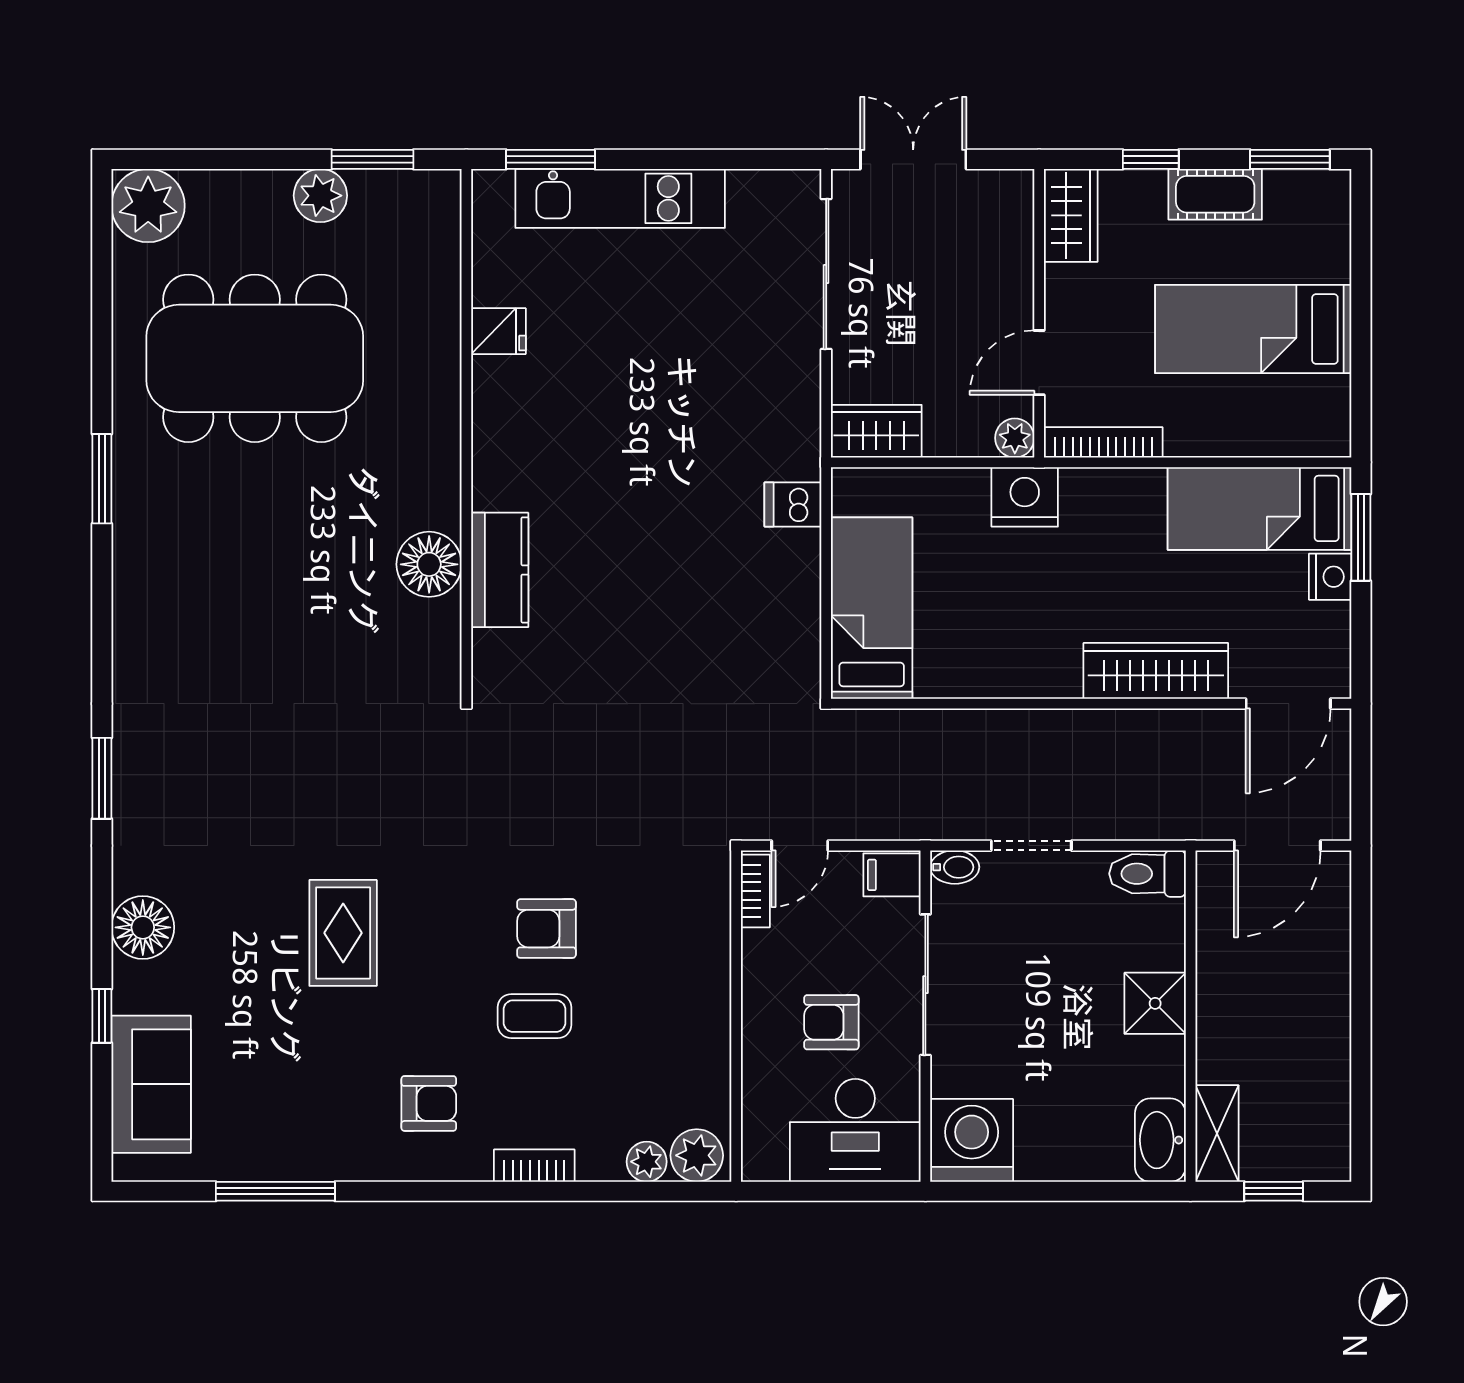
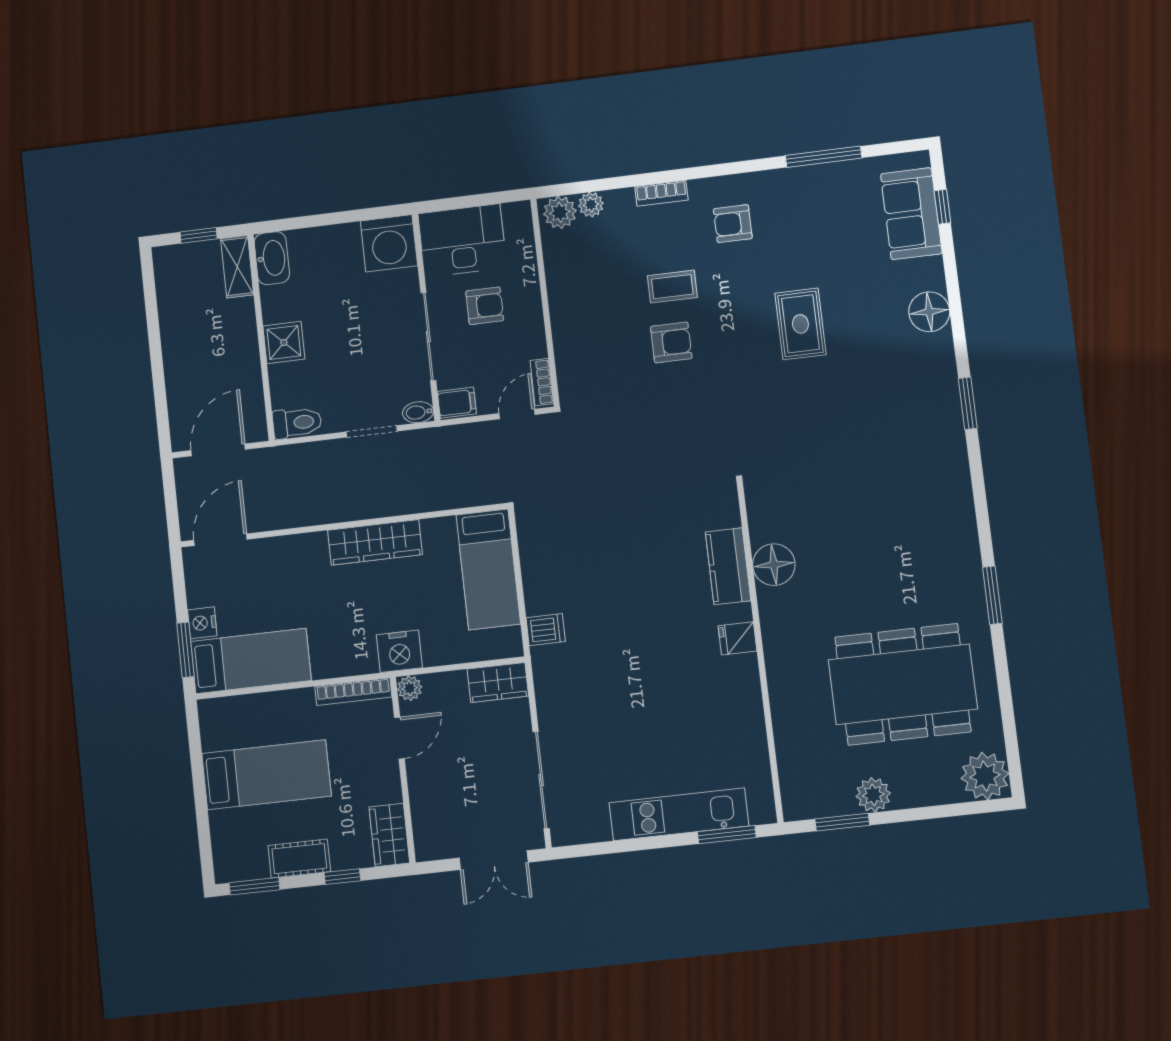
fridge: (498, 331) -> (737, 638), moved
wardrobe: (1156, 671) -> (375, 542), moved
window: (102, 1016) -> (942, 207), moved

